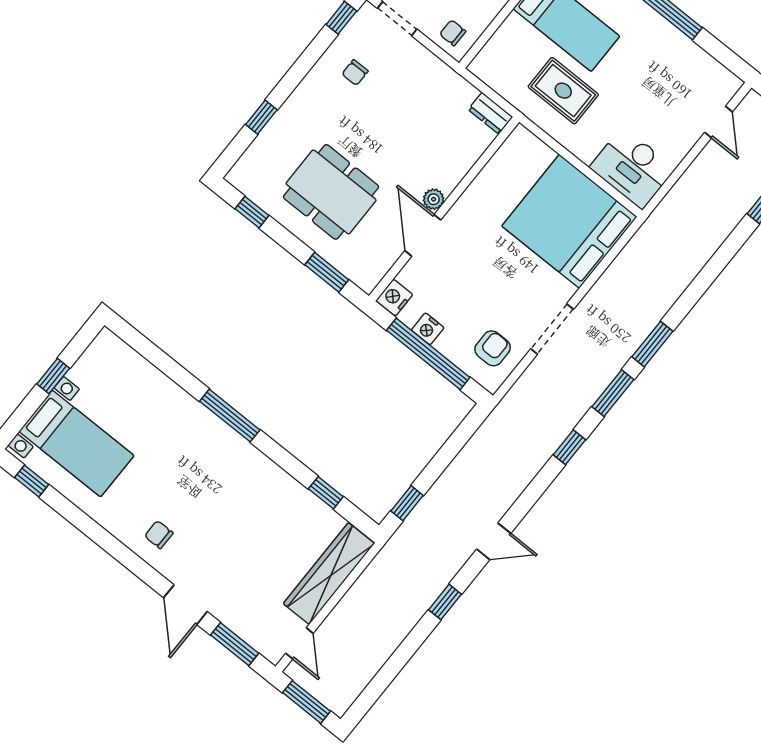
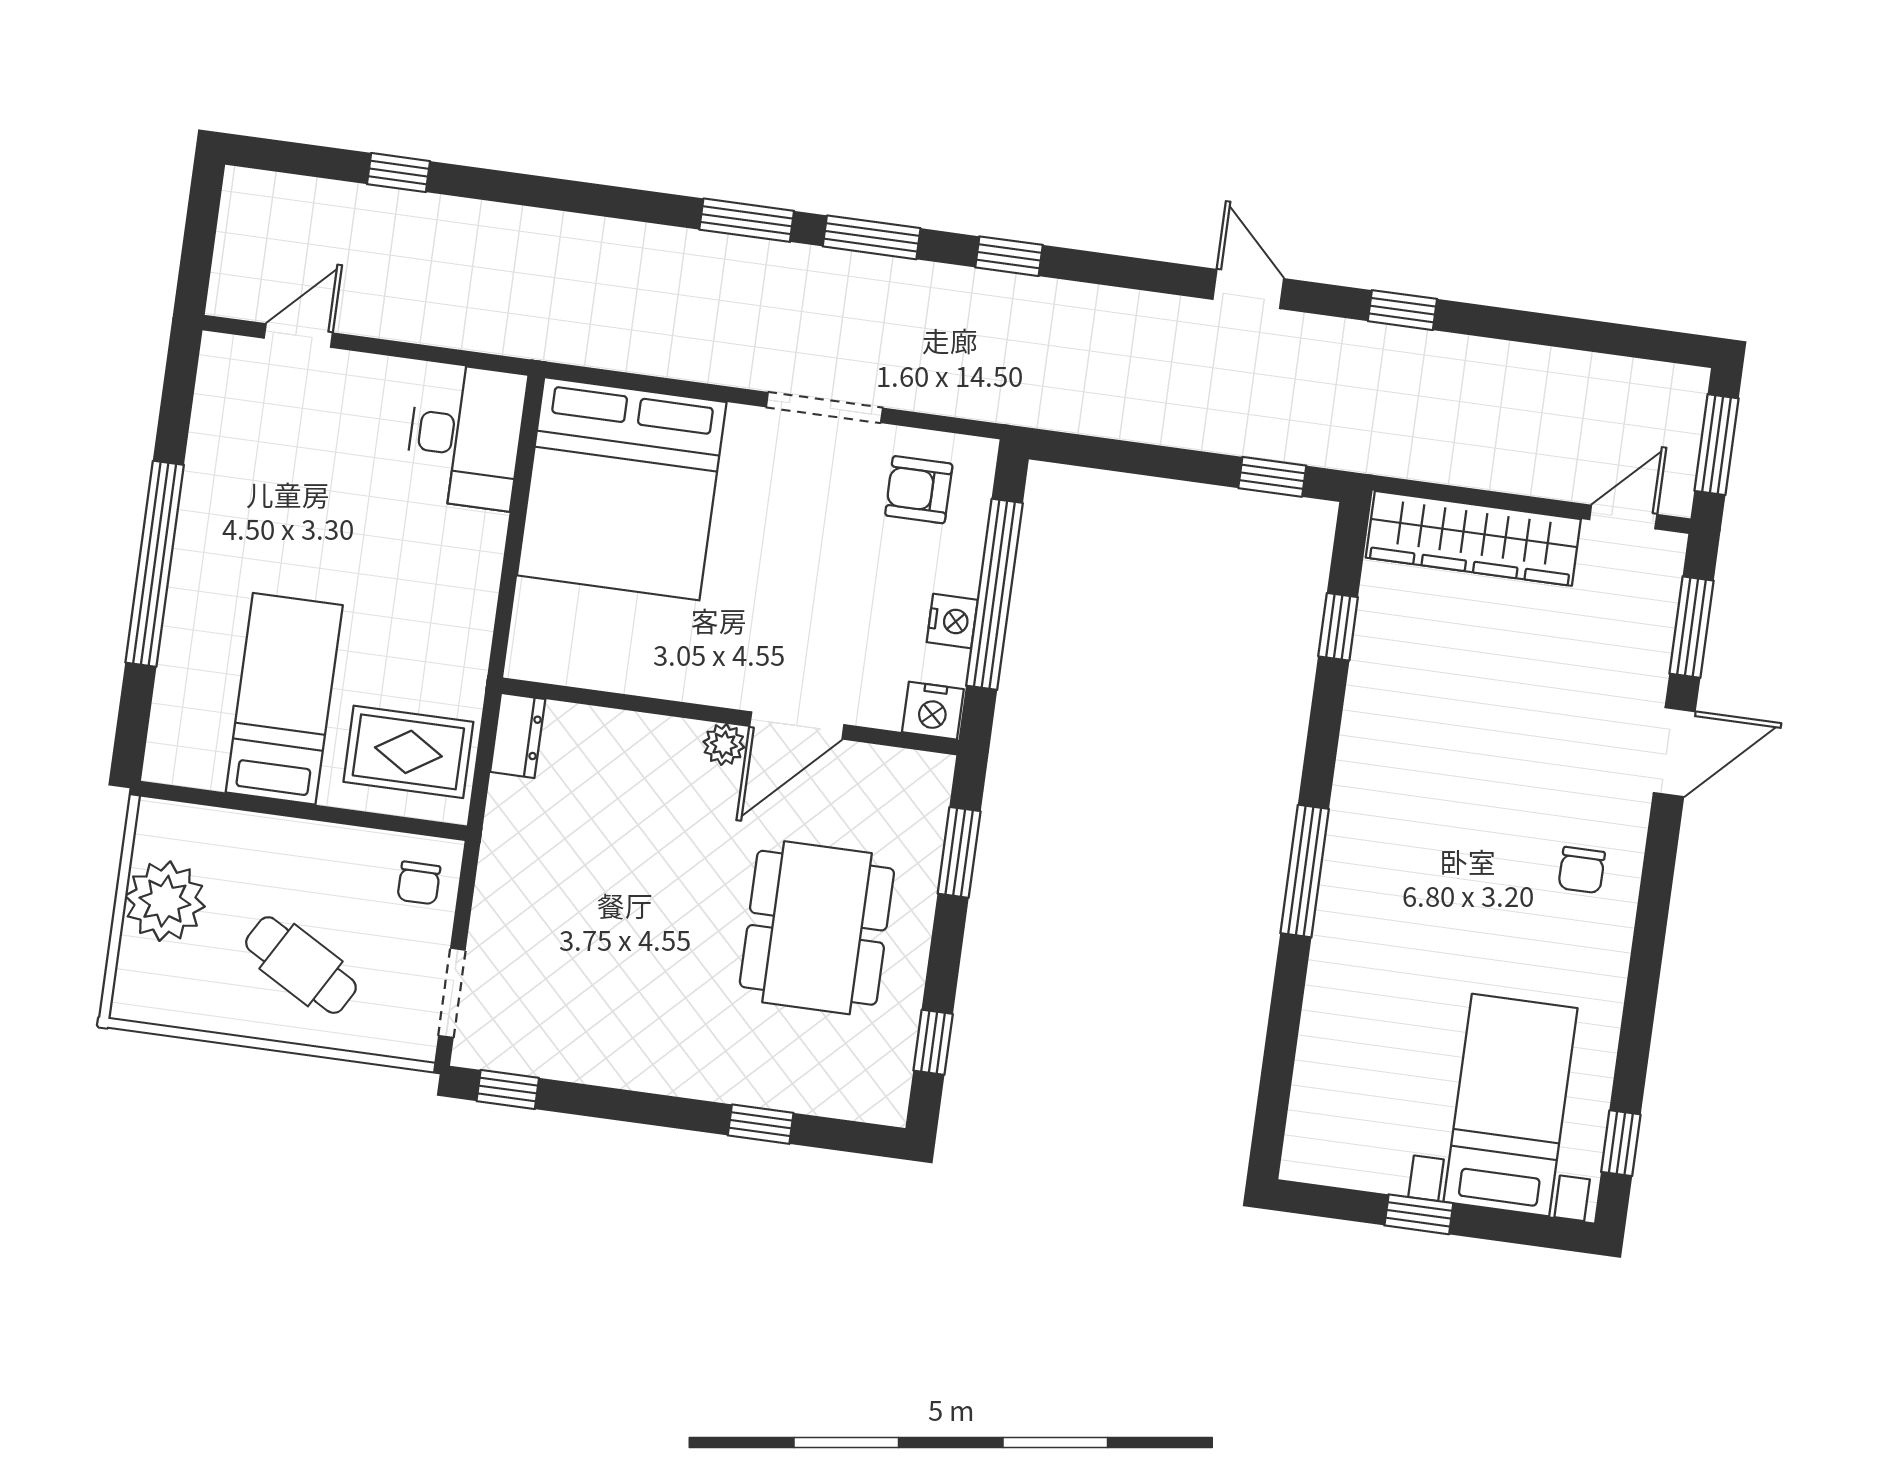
chair: (355, 73) -> (588, 1010), removed
rug: (563, 91) -> (408, 752), moved, turned 90

